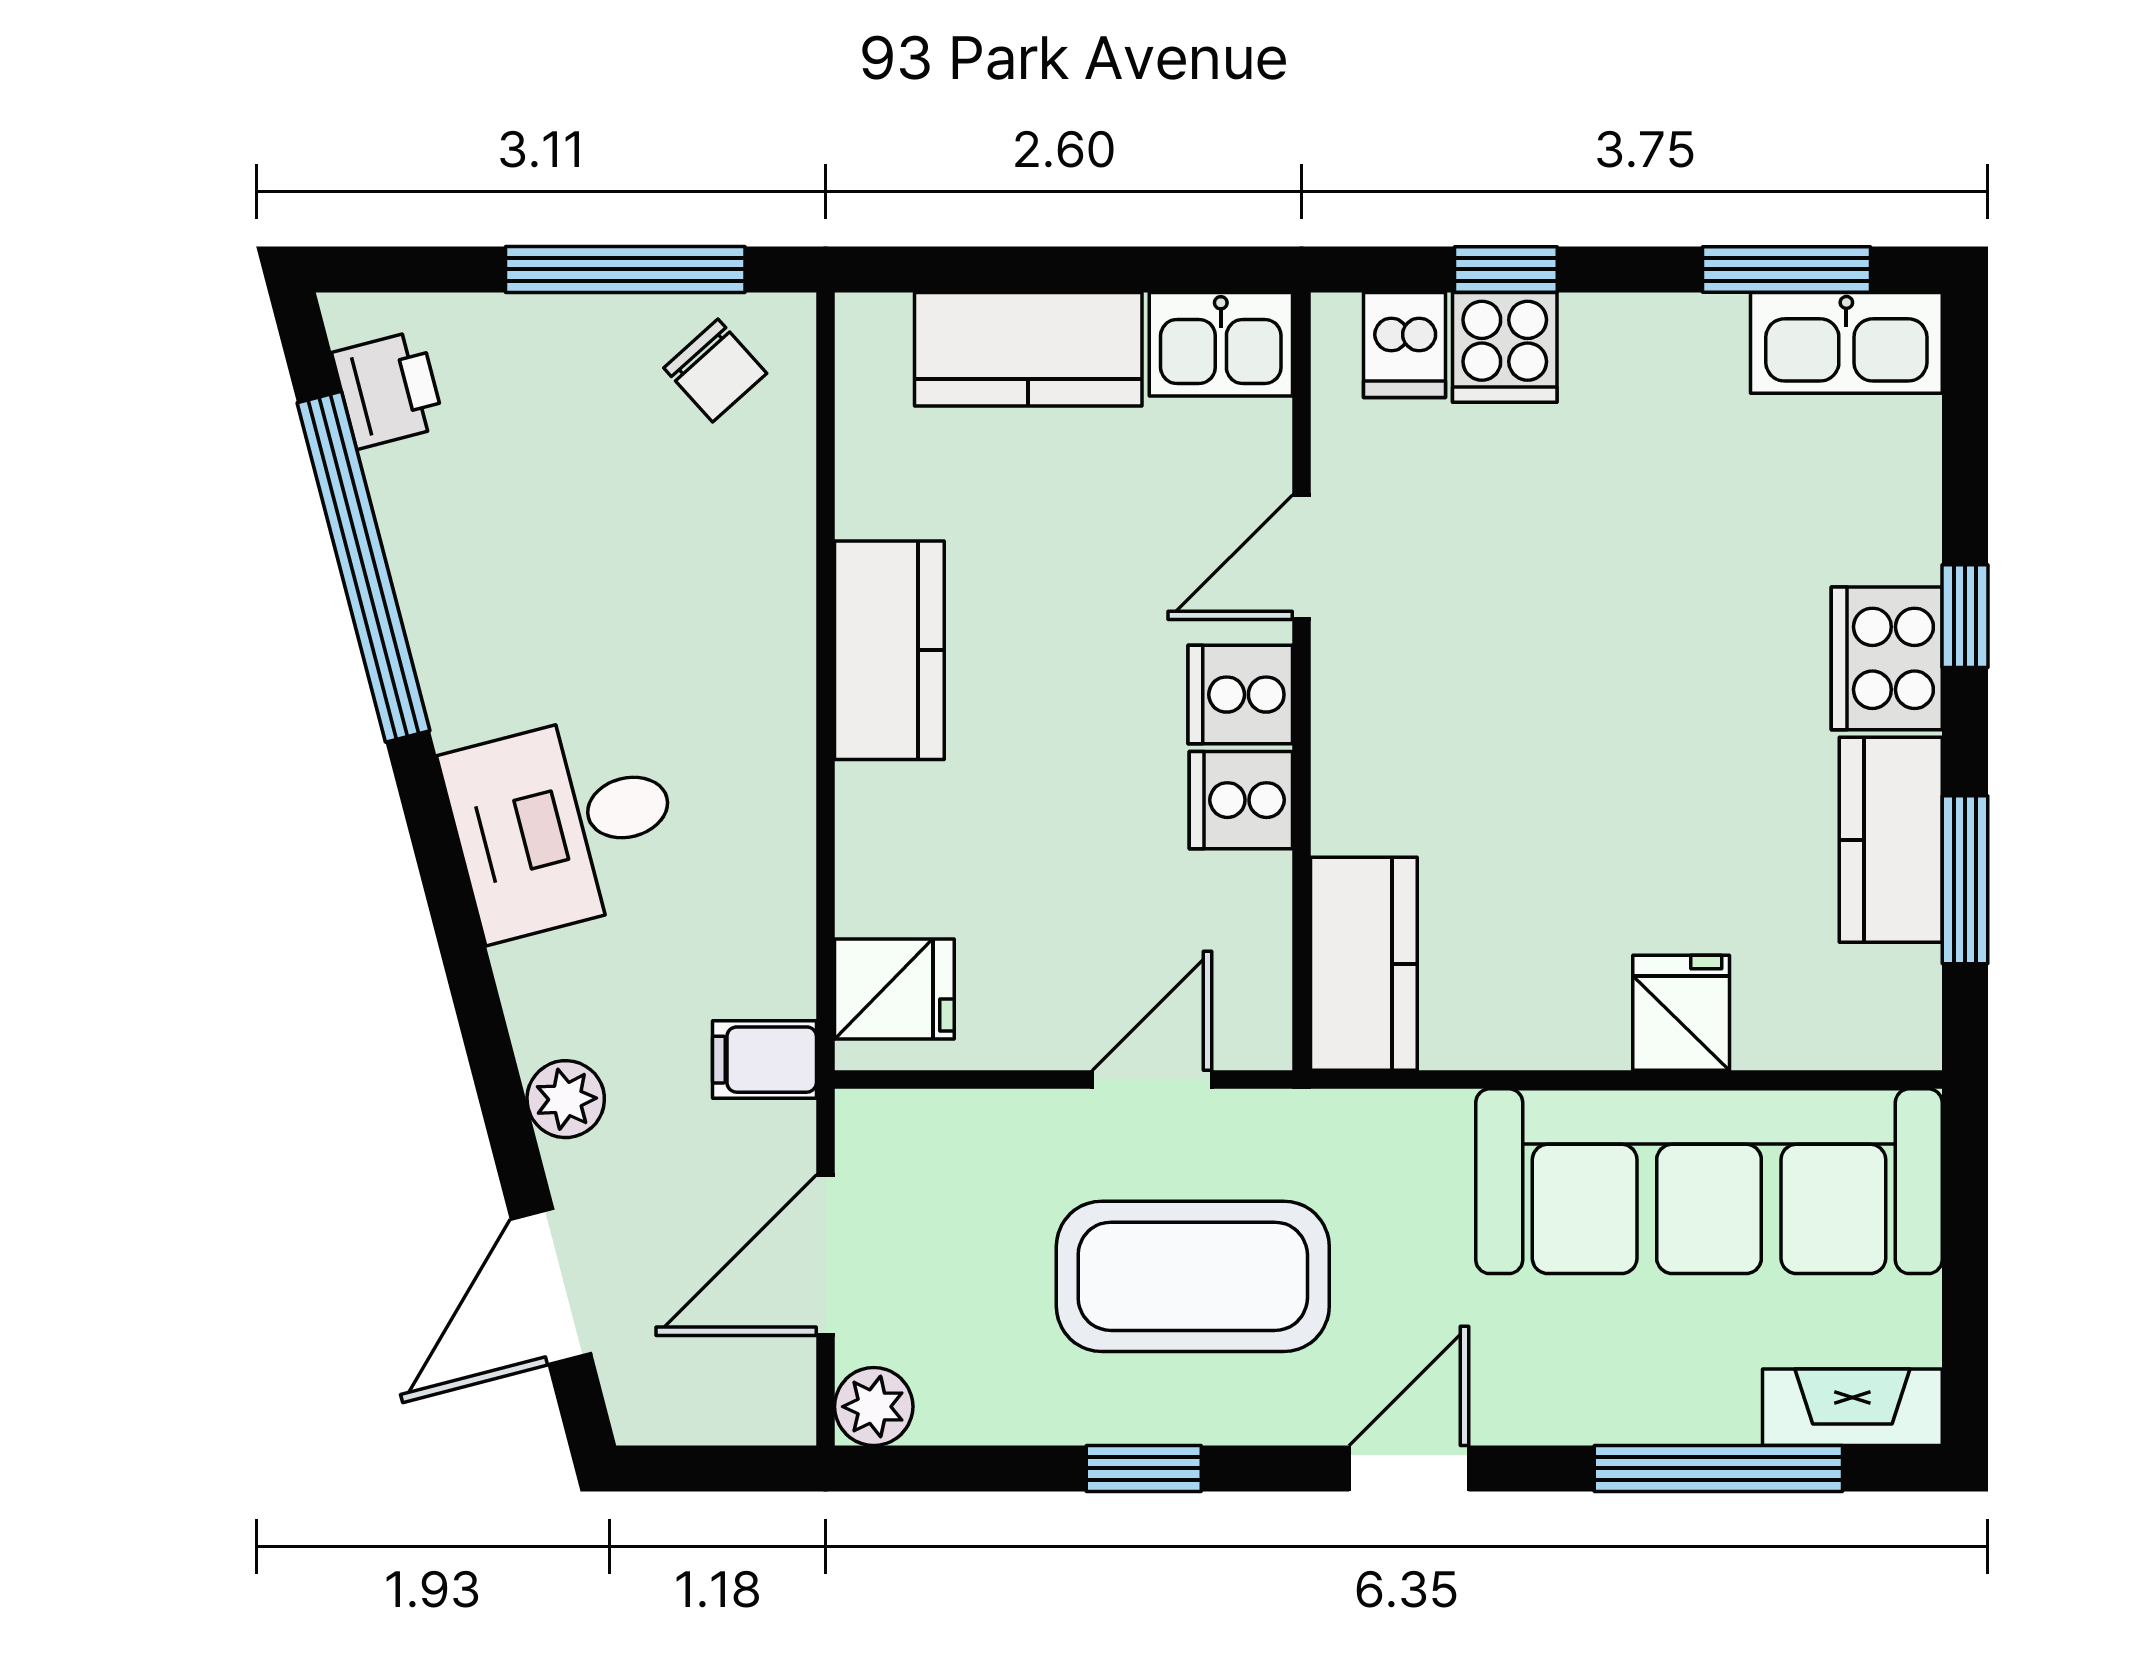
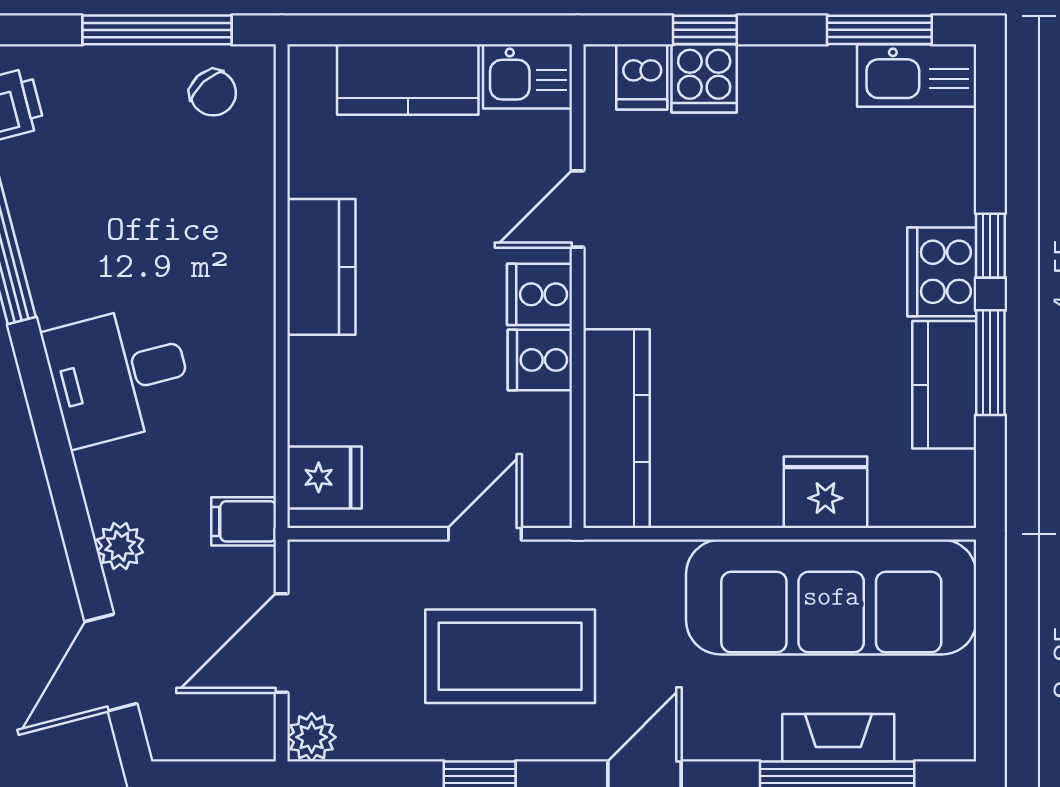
window: (1965, 880) -> (990, 363), moved
kitchen counter: (1364, 964) -> (617, 429), width x1.50
fridge: (1681, 1013) -> (825, 492), width x1.38
fireplace: (1852, 1407) -> (838, 738), moved

